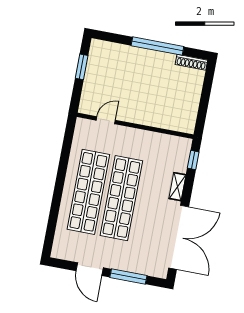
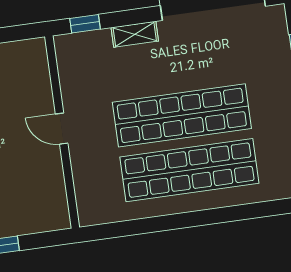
door: (106, 120) -> (62, 129), moved

